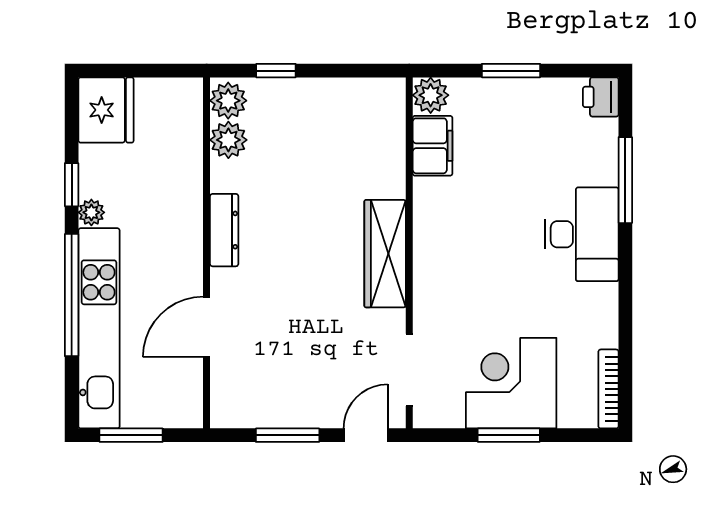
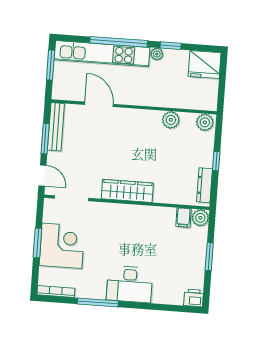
window: (276, 71) -> (216, 161), moved
plant: (228, 140) -> (171, 120), moved
filing cabinet: (433, 146) -> (183, 217), width x0.50
window: (625, 180) -> (98, 303), moved
dresser: (224, 230) -> (205, 185), moved, turned 90
bench: (261, 414) -> (56, 127), added

